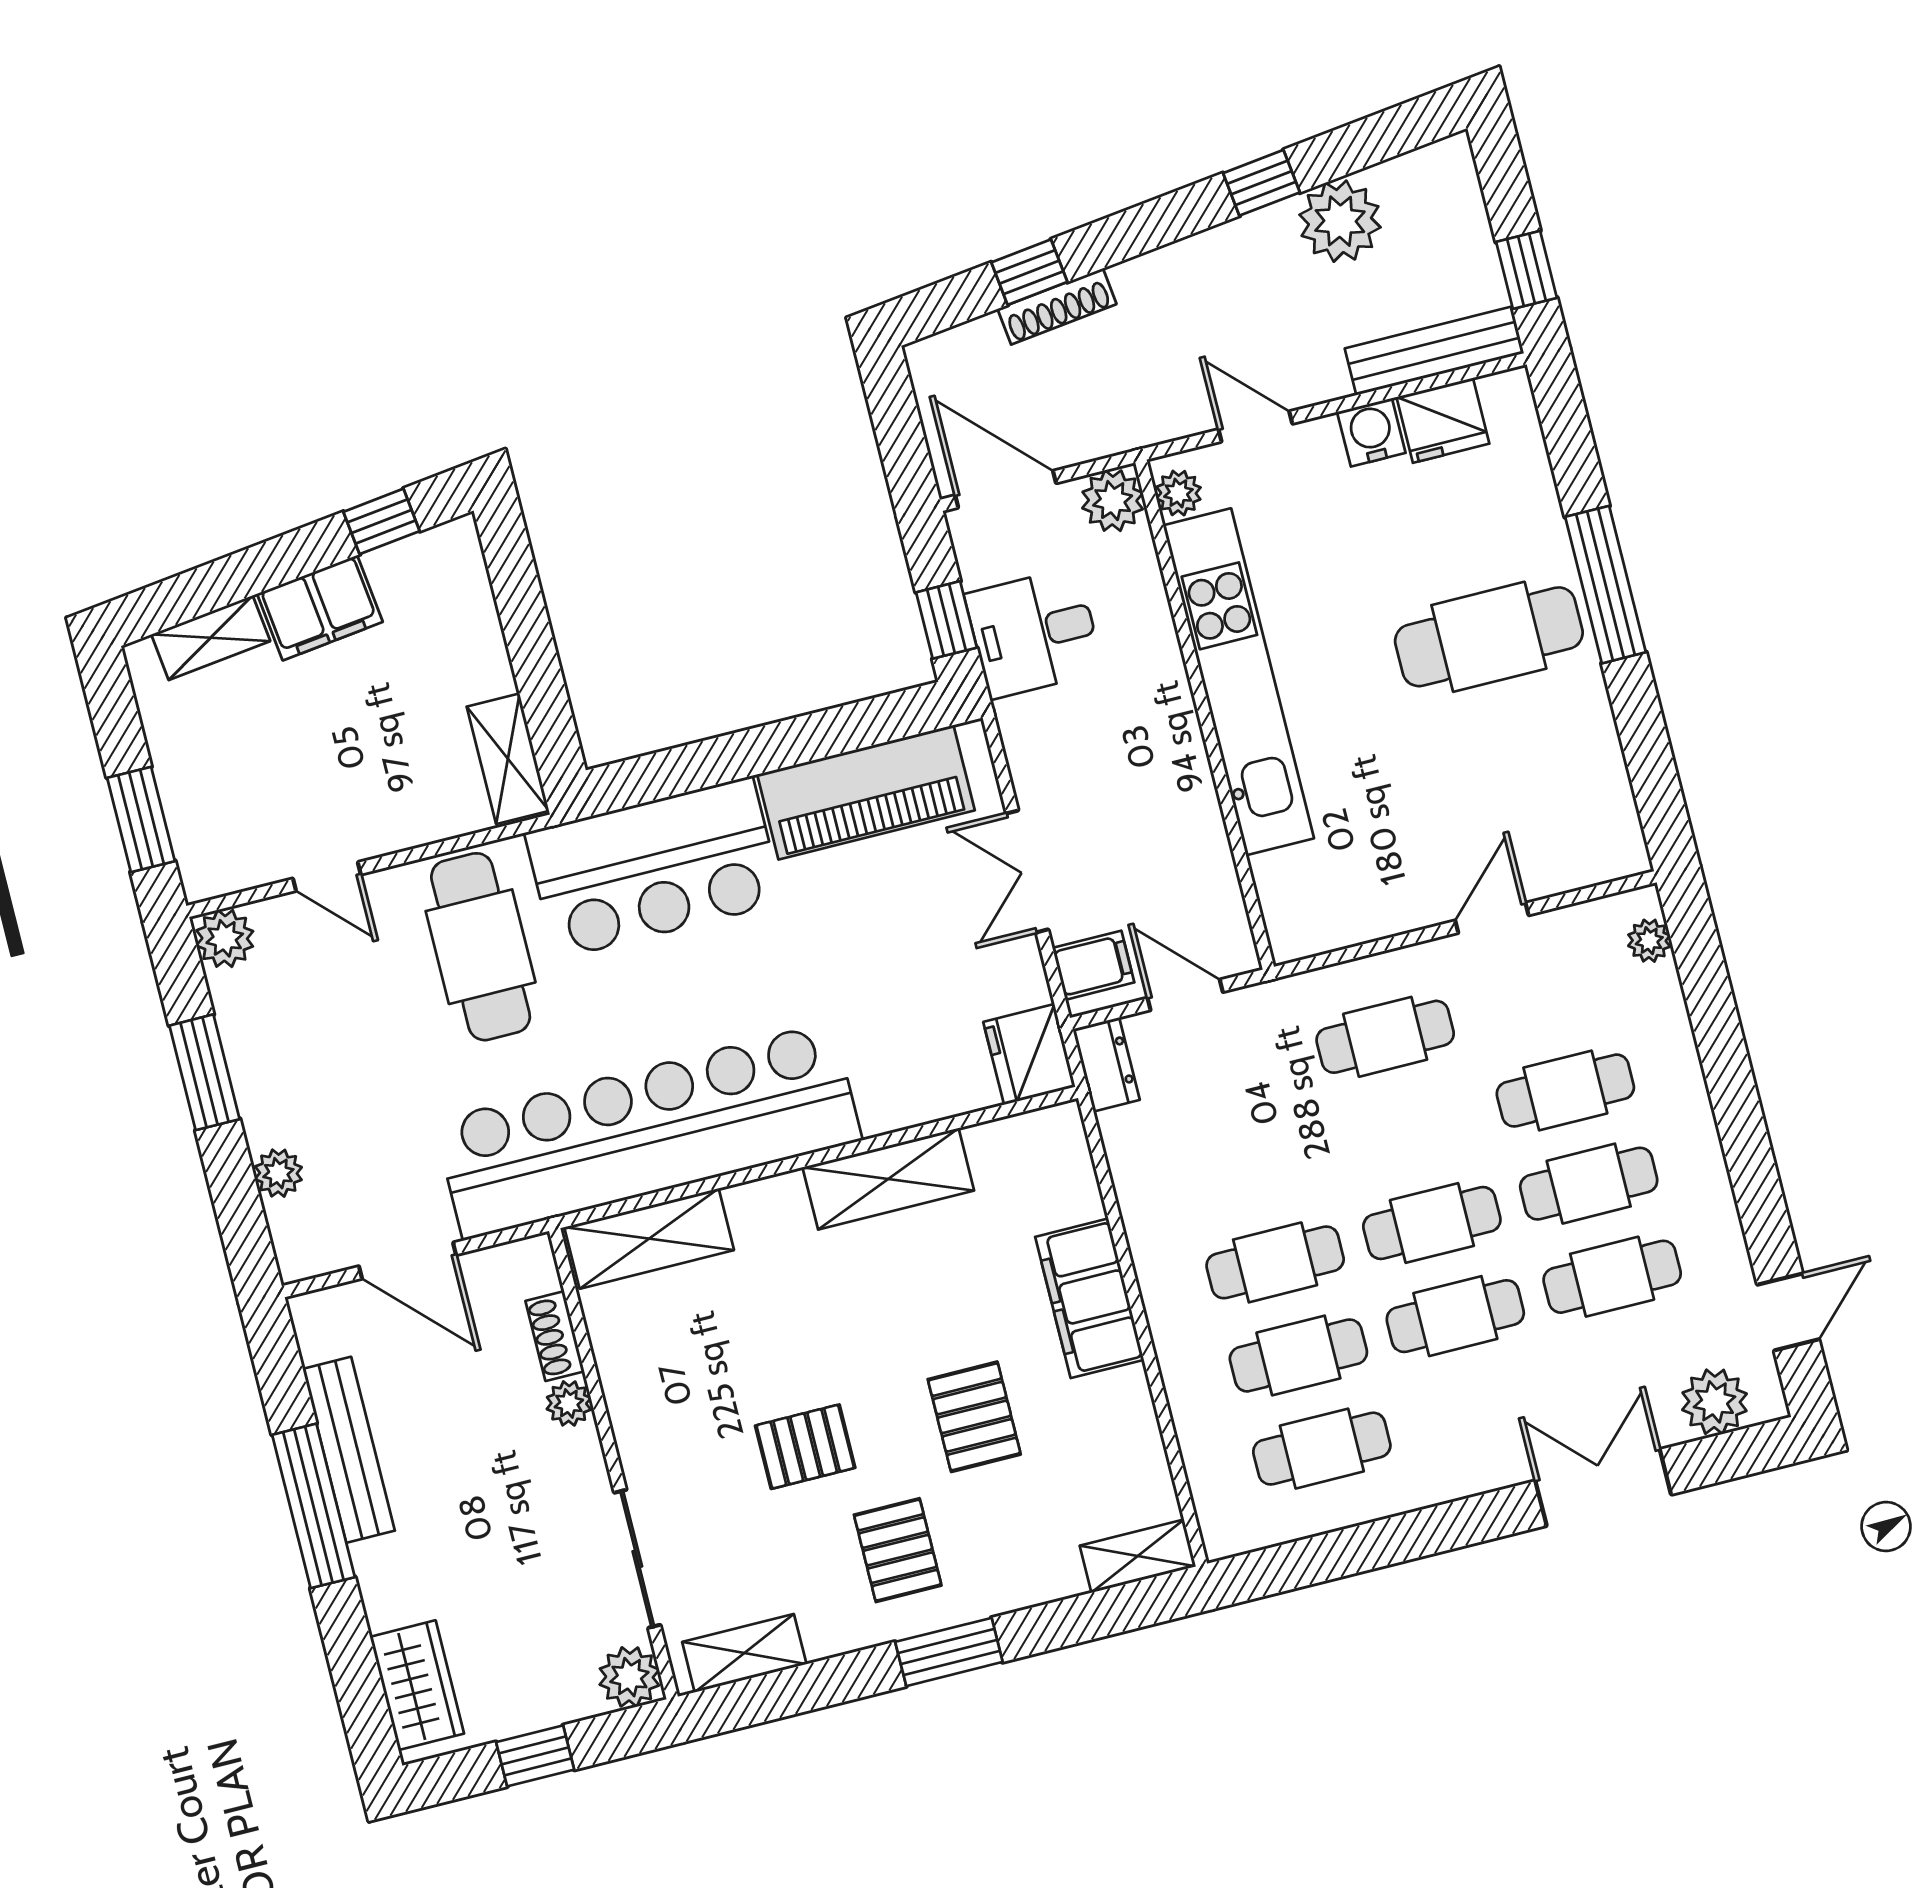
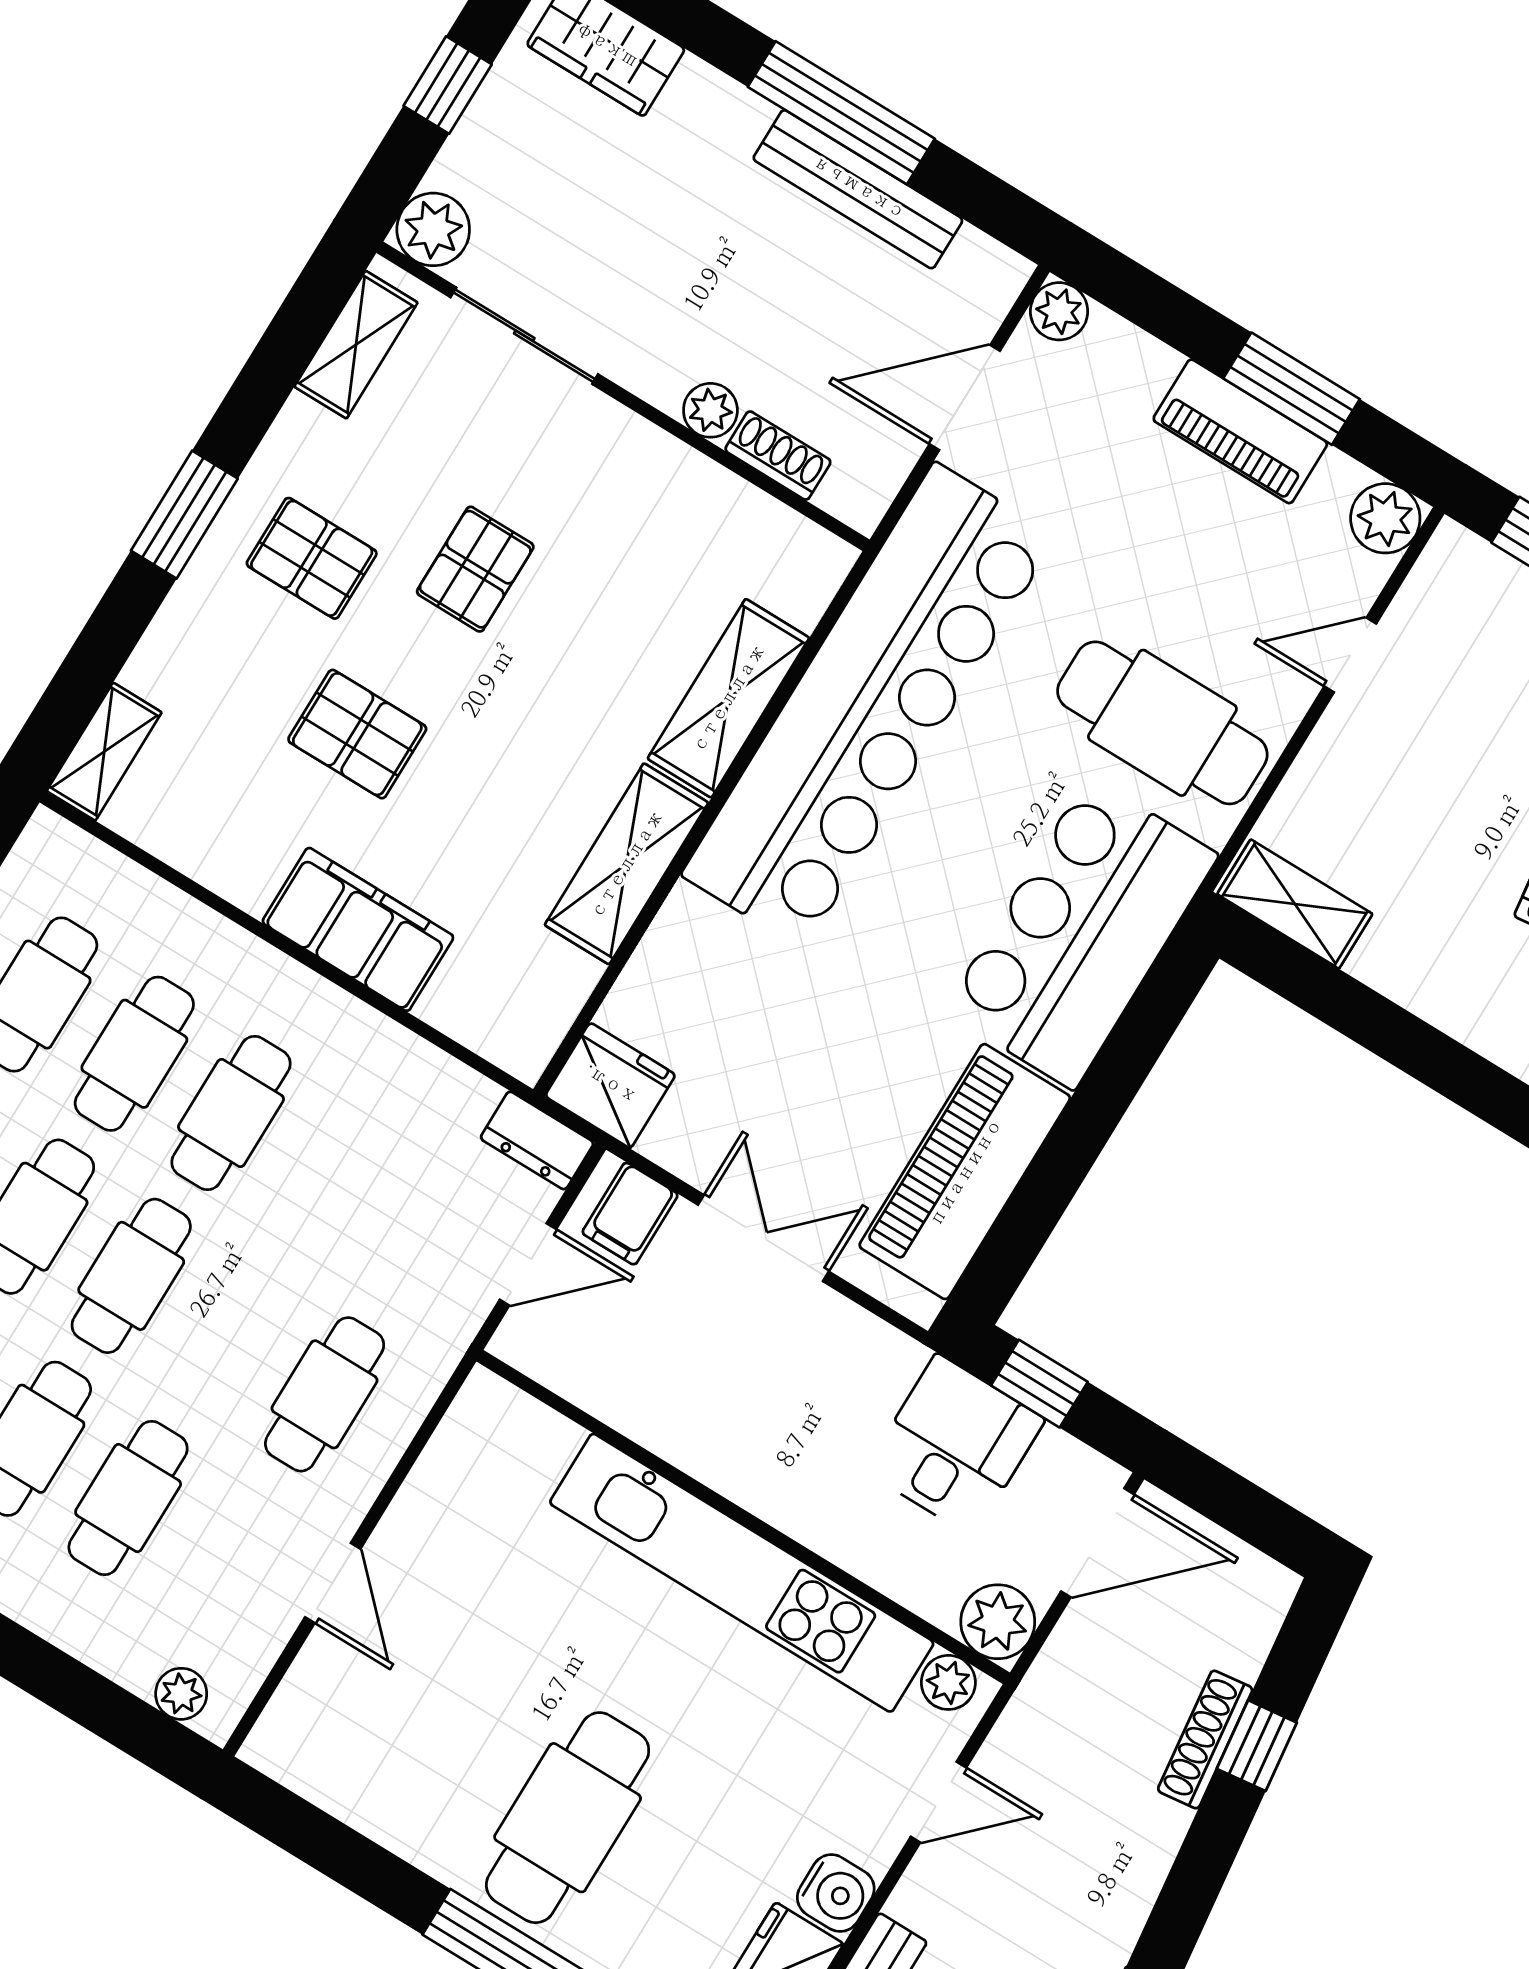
piano: (261, 1077) -> (1240, 431), added
plant: (278, 1173) -> (1059, 311), moved
shelving: (649, 1239) -> (728, 698), moved

